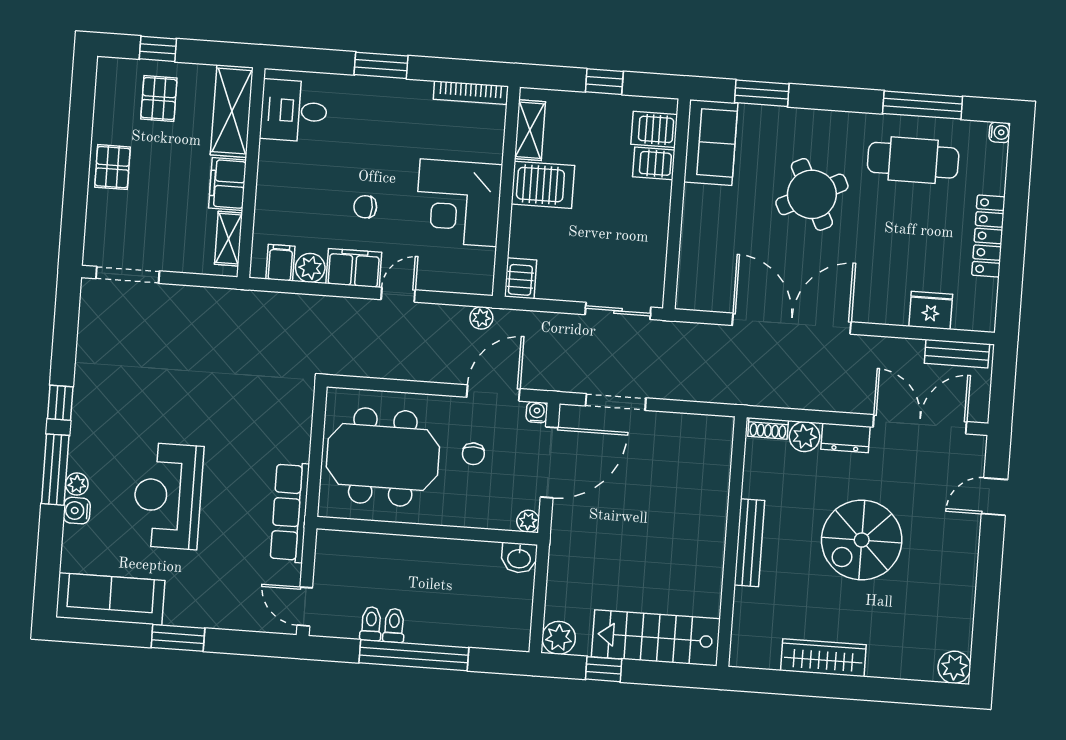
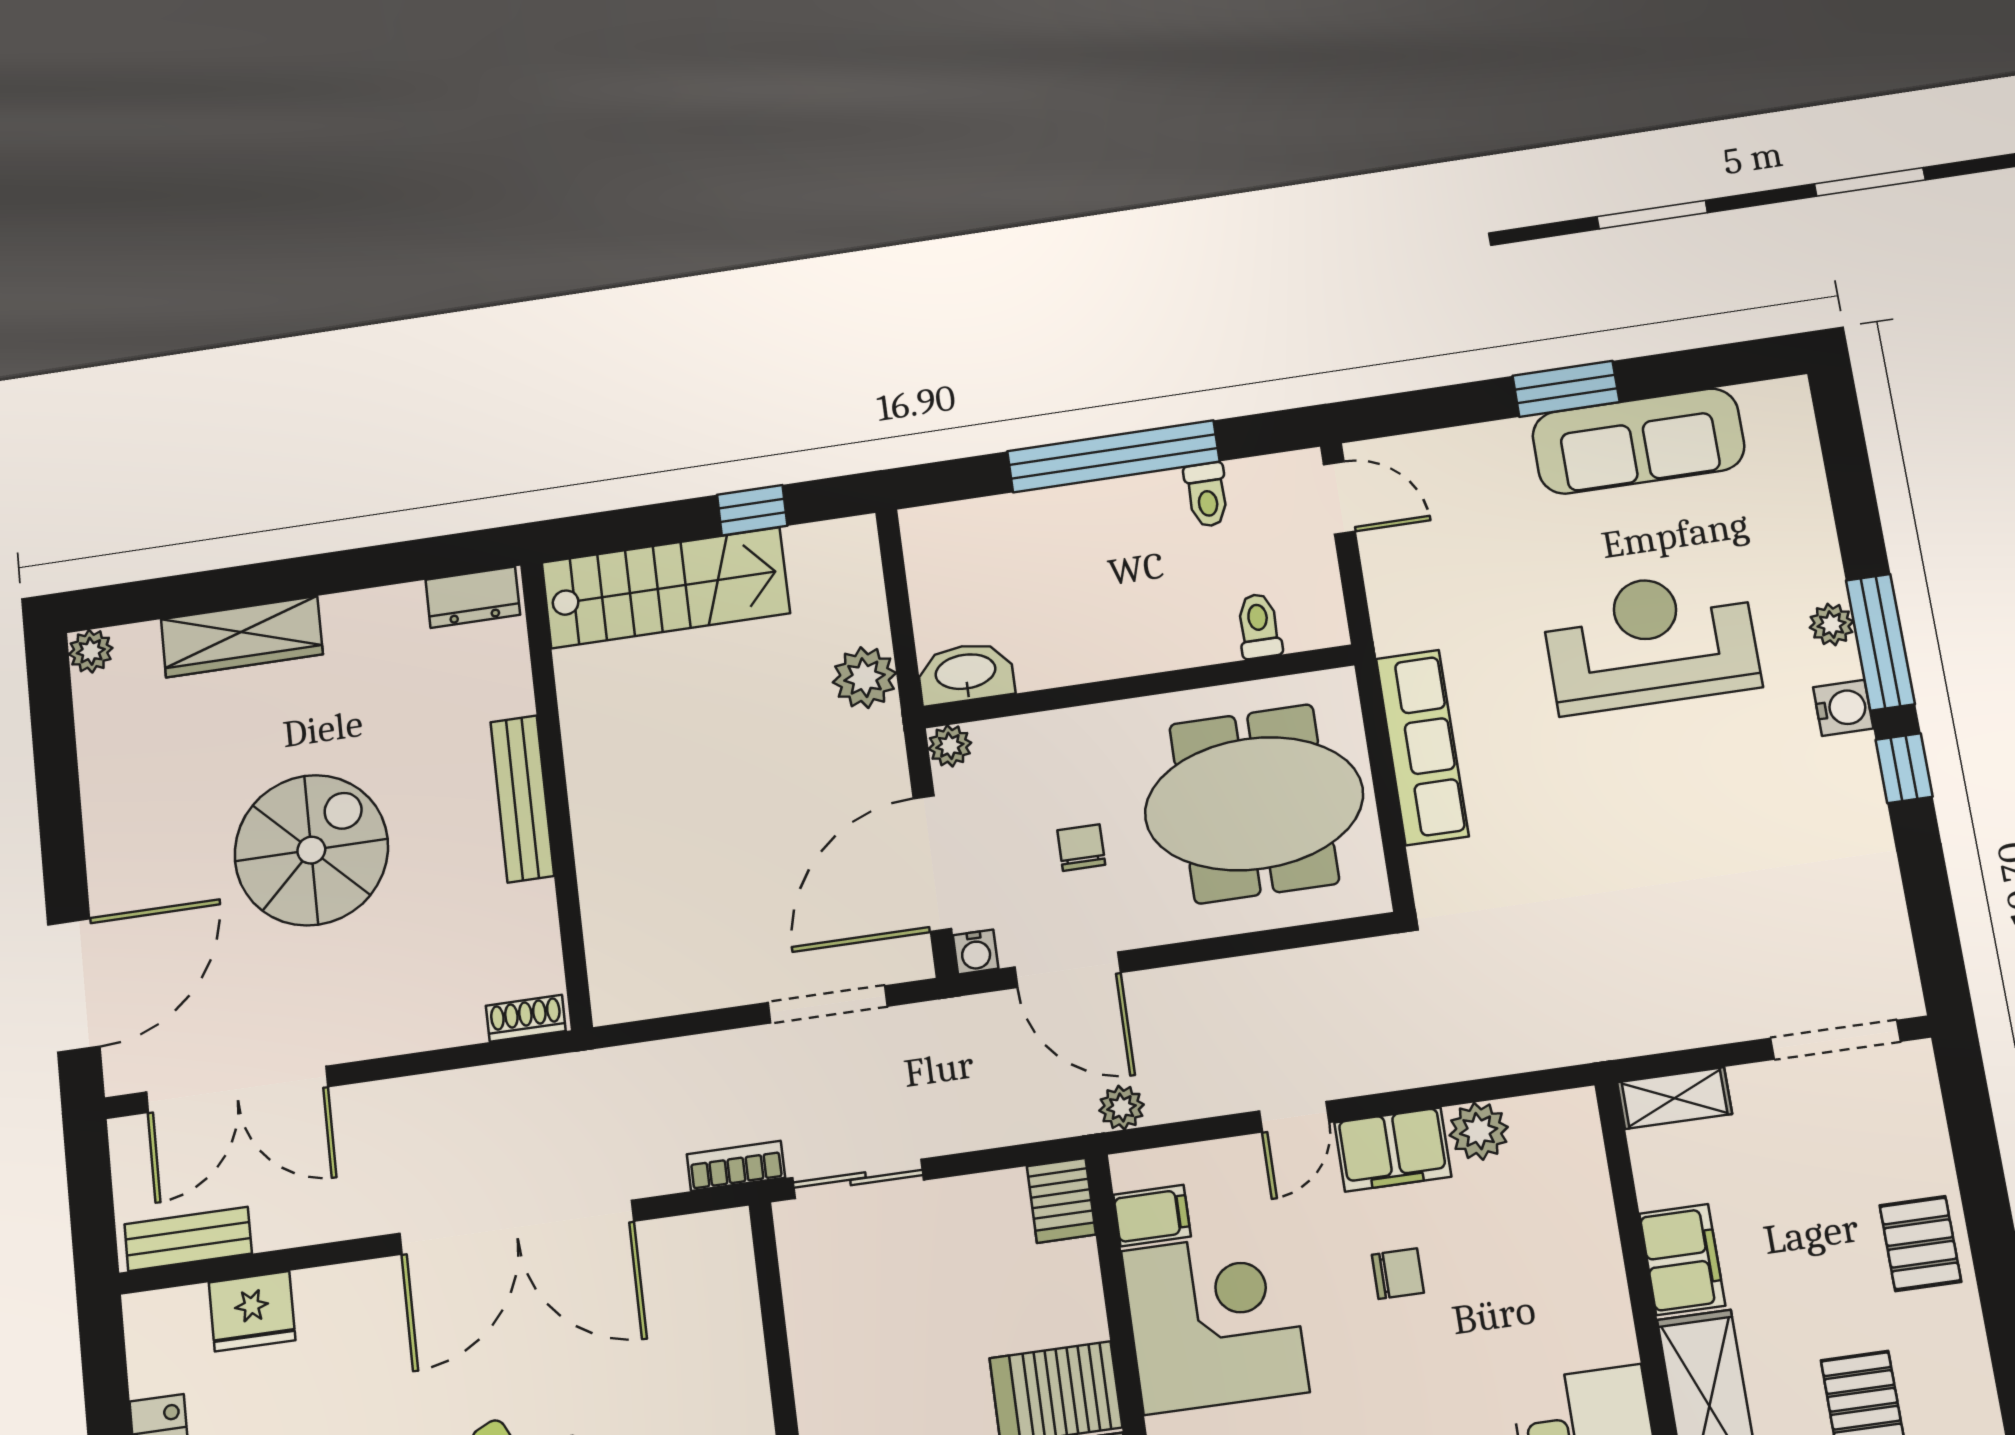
shelving: (228, 239) -> (1675, 1098), moved, turned 90
filing cabinet: (280, 263) -> (1152, 1216), moved, turned -90
bookcase: (677, 330) -> (736, 1166), added
door: (493, 393) -> (1068, 970), hinge flipped
plant: (805, 437) -> (453, 1018), removed
dresser: (846, 438) -> (473, 597), moved, turned 180
reception desk: (168, 496) -> (1650, 641), turned -90
door: (995, 497) -> (74, 985), width x1.88
water cooler: (77, 511) -> (1843, 708), moved
row of seats: (290, 512) -> (1422, 747), moved
washbasin: (519, 558) -> (966, 673), width x1.38
sofa: (110, 599) -> (1638, 441), moved
toilet: (394, 625) -> (1259, 626), moved, turned 180
plant: (559, 638) -> (864, 678), moved
wardrobe: (823, 658) -> (242, 637), moved
plant: (954, 667) -> (91, 651), width x0.73, depth x0.73

